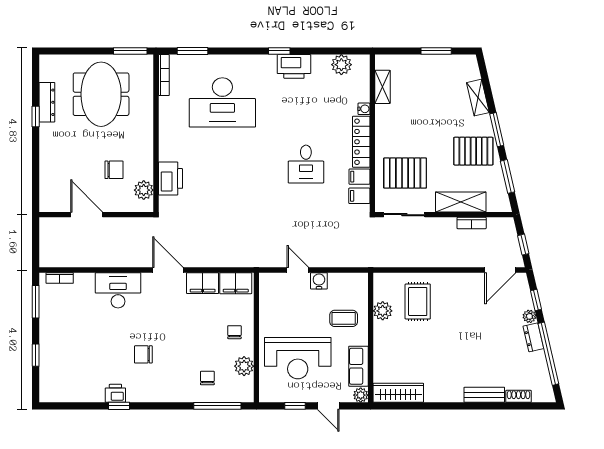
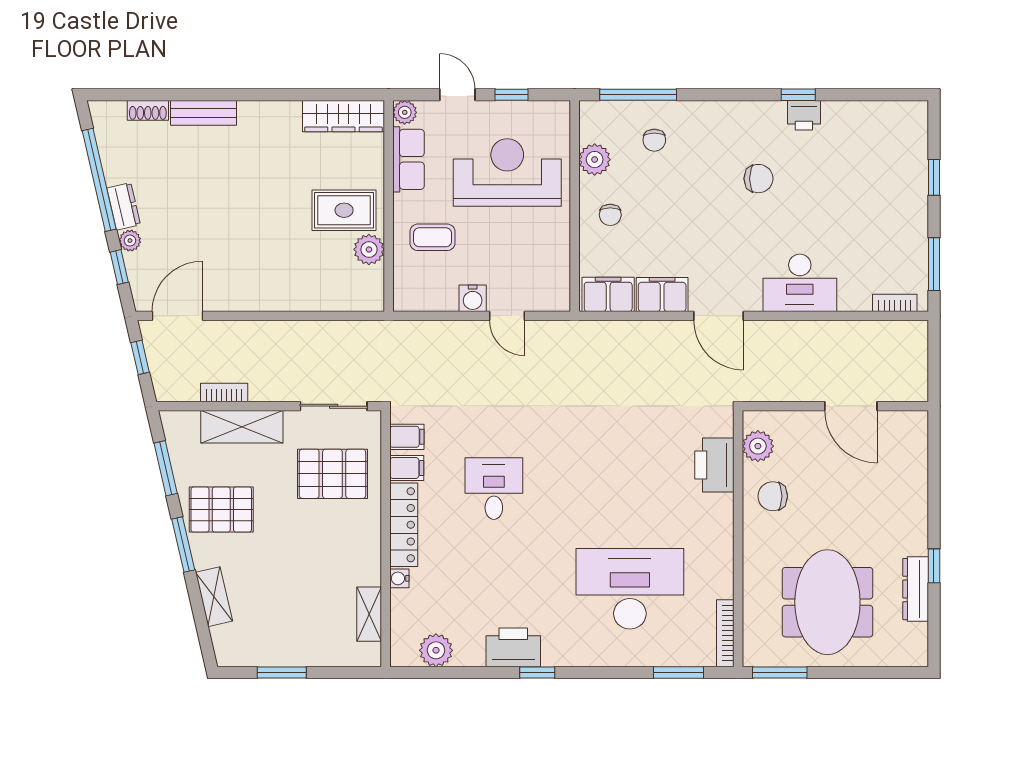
chair: (114, 170) -> (773, 496), moved
rug: (418, 302) -> (344, 210), moved, turned 90

